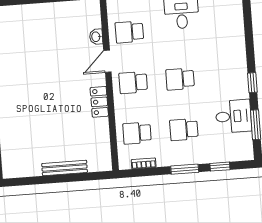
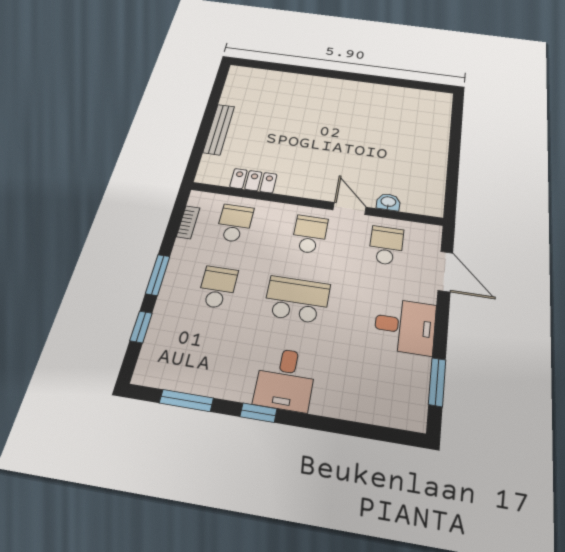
school desk: (180, 79) -> (297, 300), width x1.85
locker: (99, 102) -> (253, 181), moved
desk: (233, 116) -> (285, 379), moved

